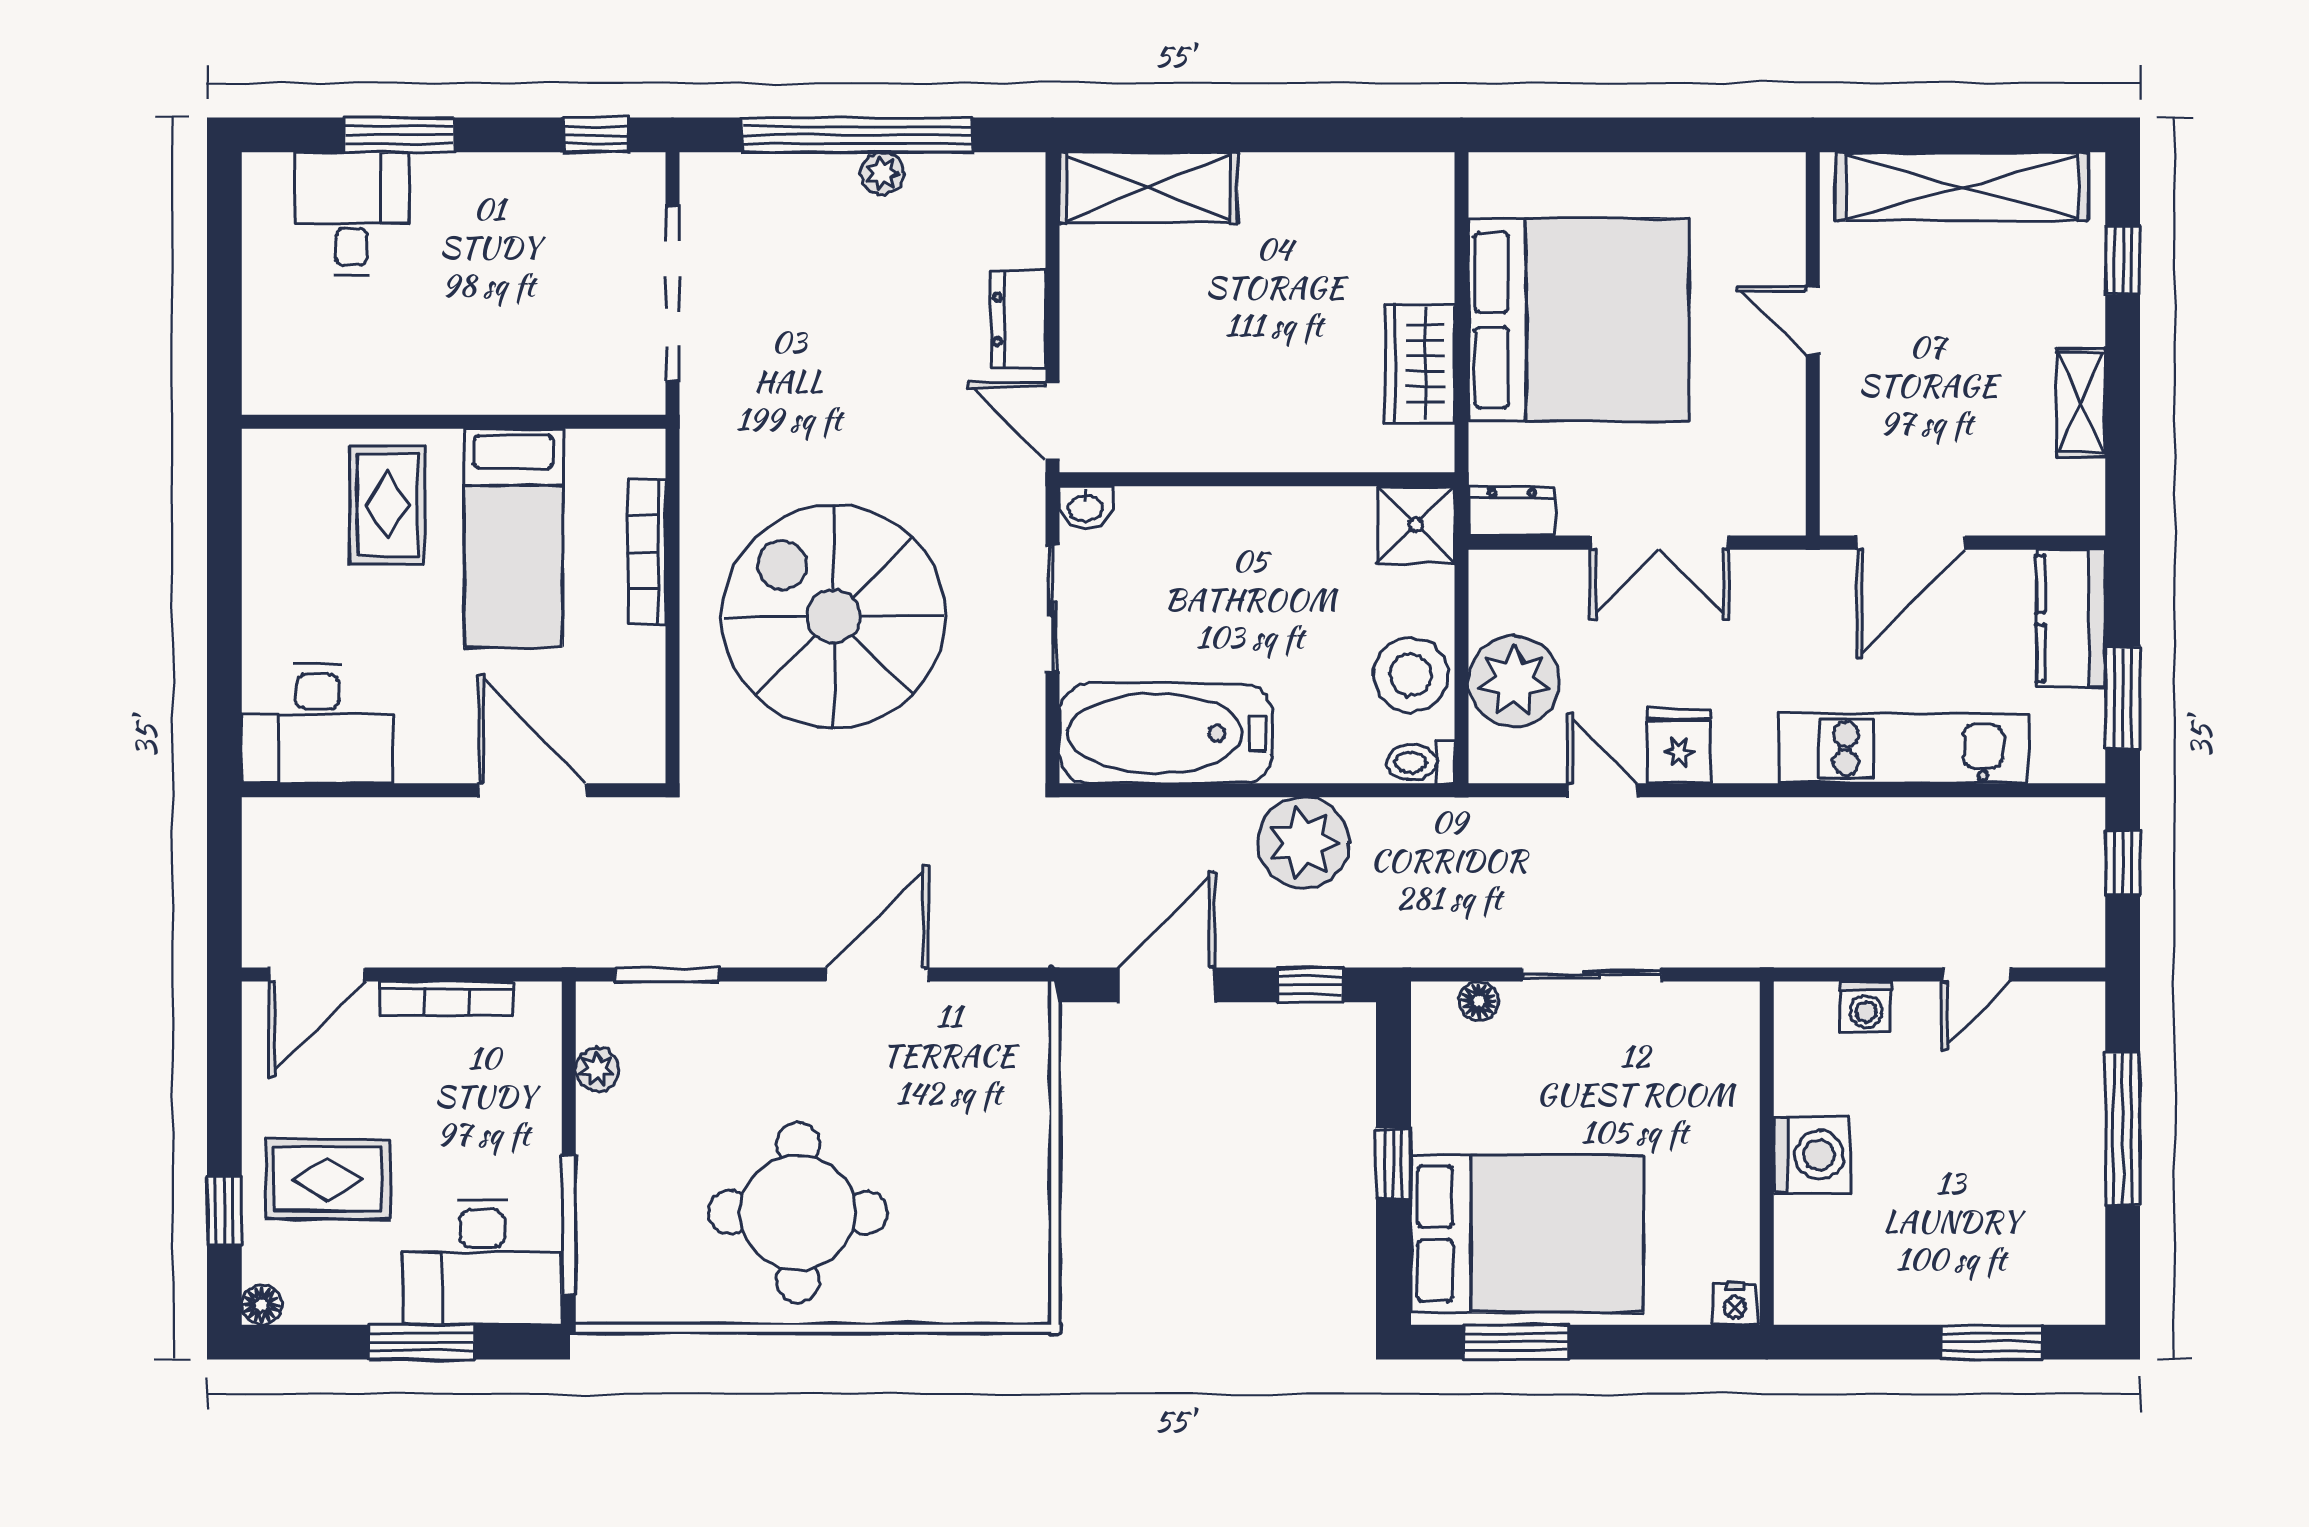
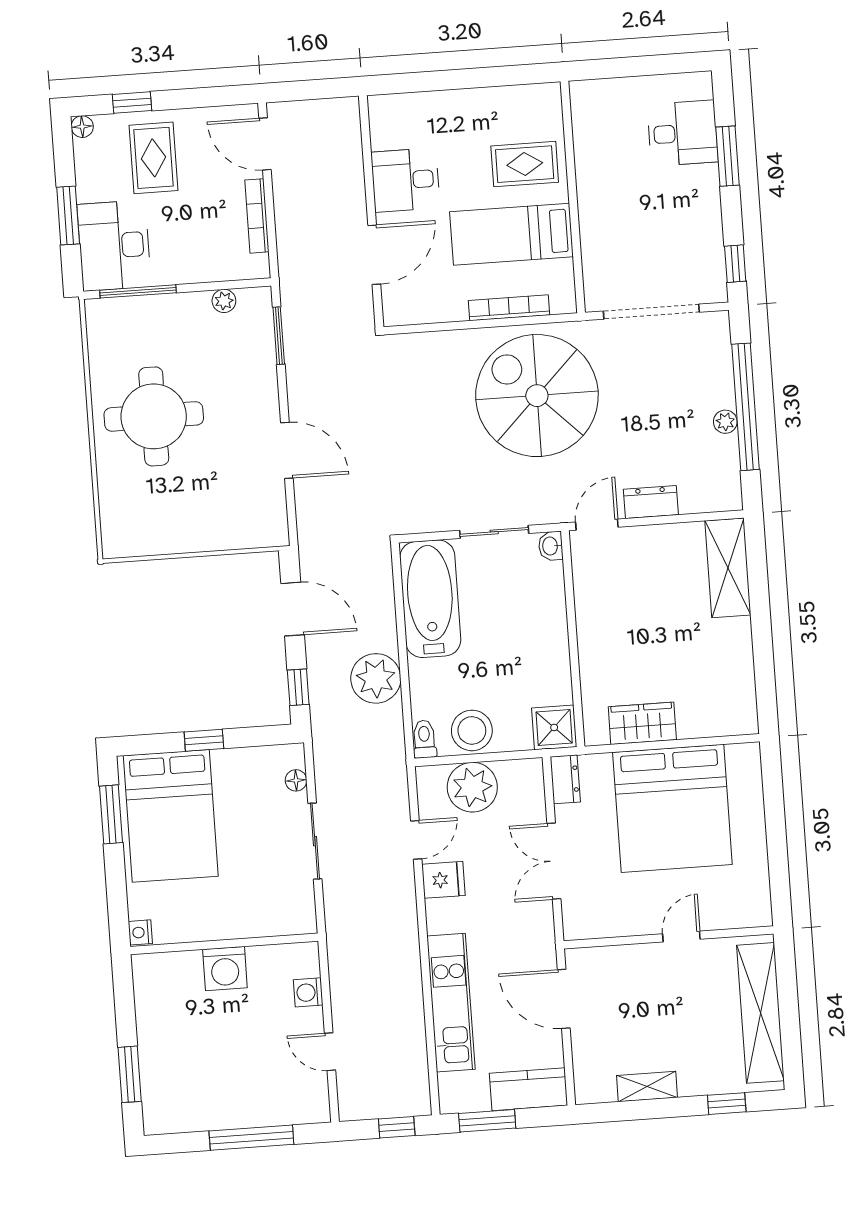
spiral stairs: (834, 617) -> (537, 396), moved, turned -90
desk: (318, 724) -> (405, 180), moved, width x0.73

